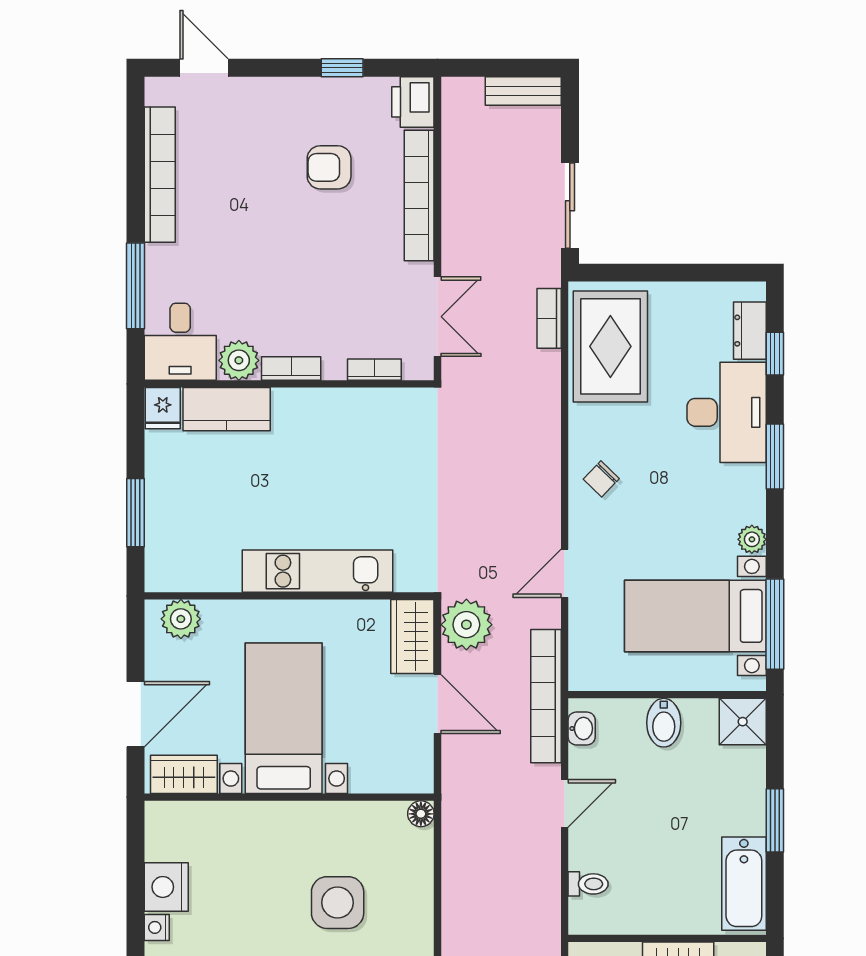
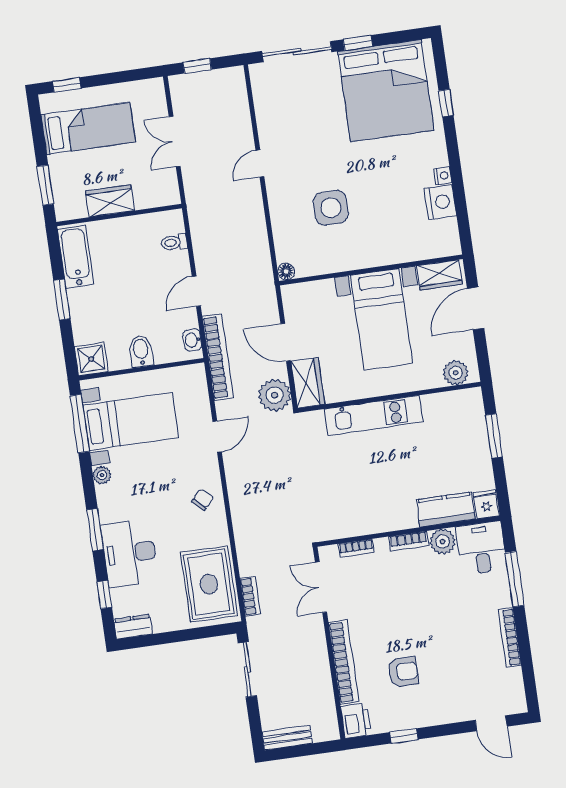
bookcase: (160, 175) -> (510, 637), width x0.68, depth x0.76
dresser: (750, 331) -> (133, 627), moved, turned -90

